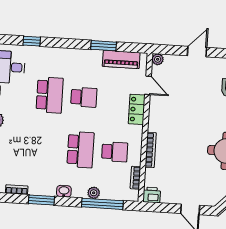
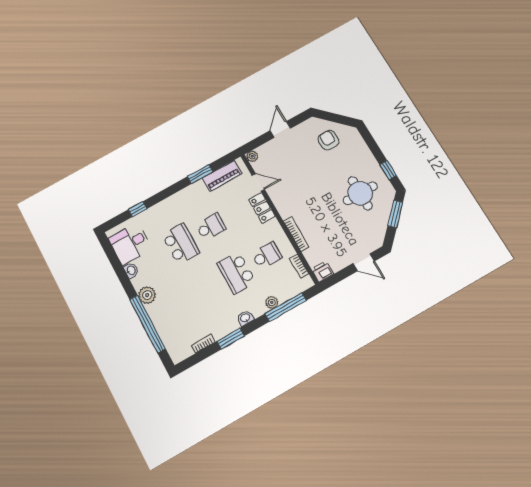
school desk: (80, 150) -> (236, 273), turned 180

